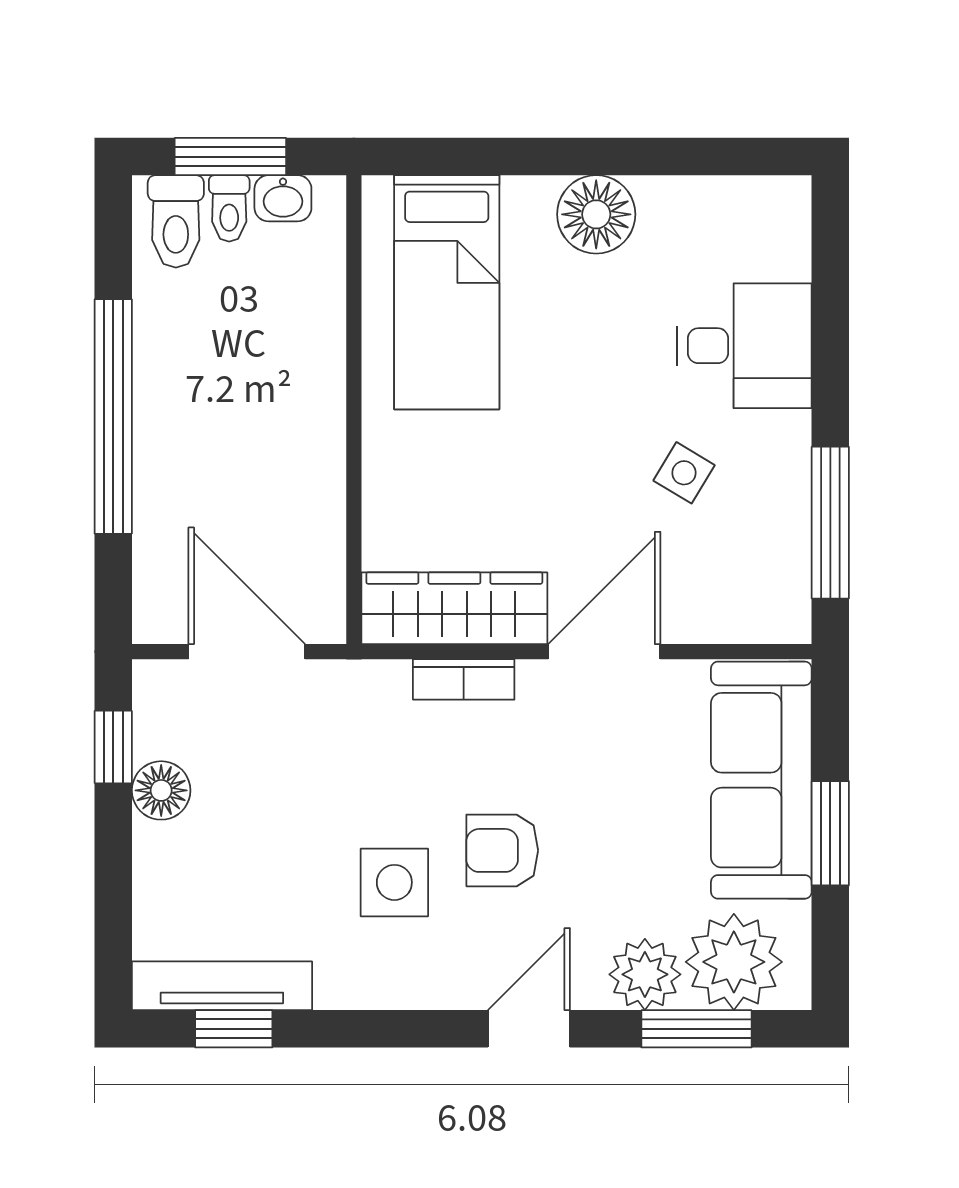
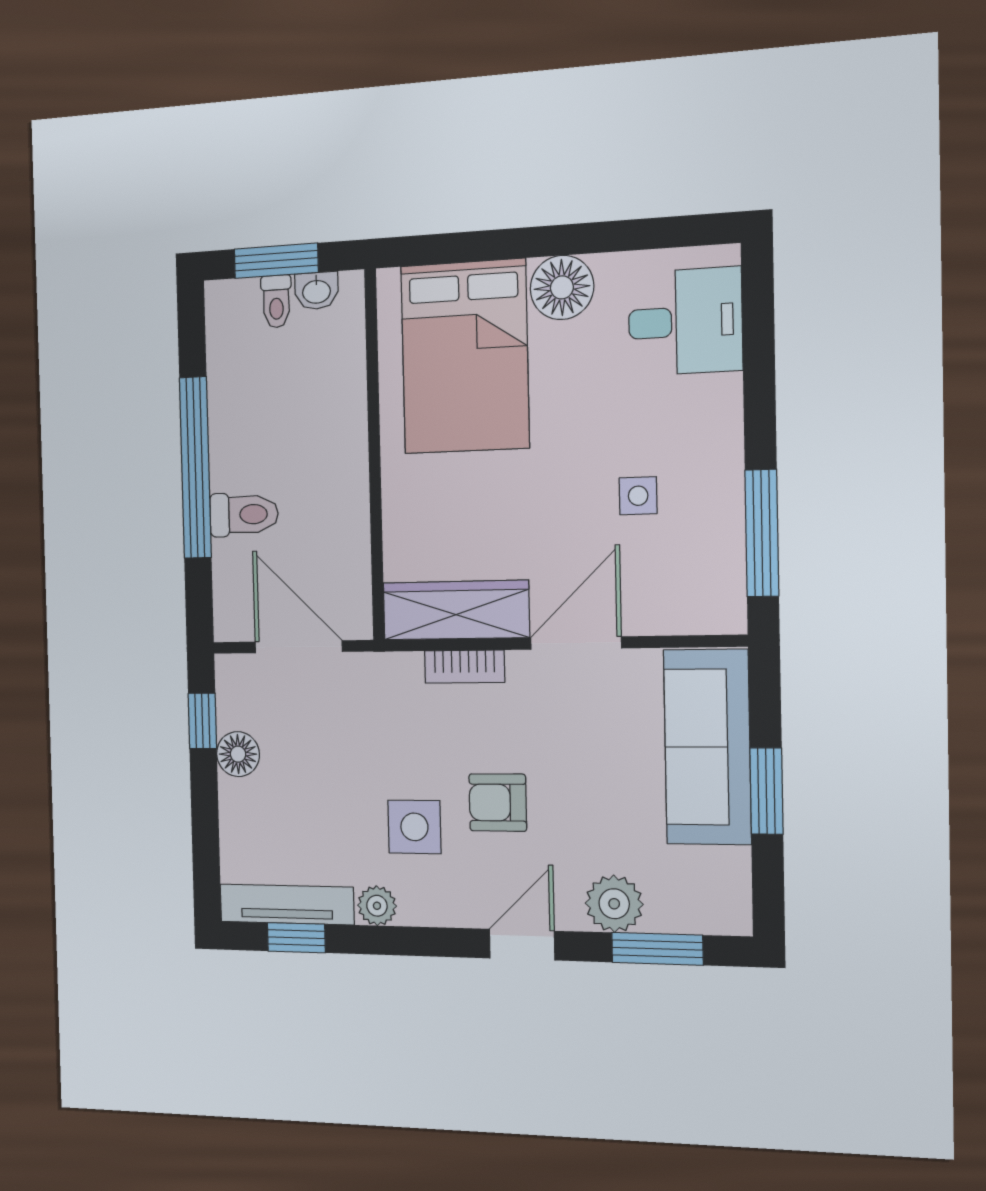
toilet: (176, 221) -> (244, 514), moved, turned -90
bed: (447, 292) -> (465, 357), width x1.50
desk: (744, 346) -> (685, 322), moved
side table: (684, 473) -> (638, 496), turned -31
plant: (734, 962) -> (377, 906), moved, width x0.53, depth x0.53

